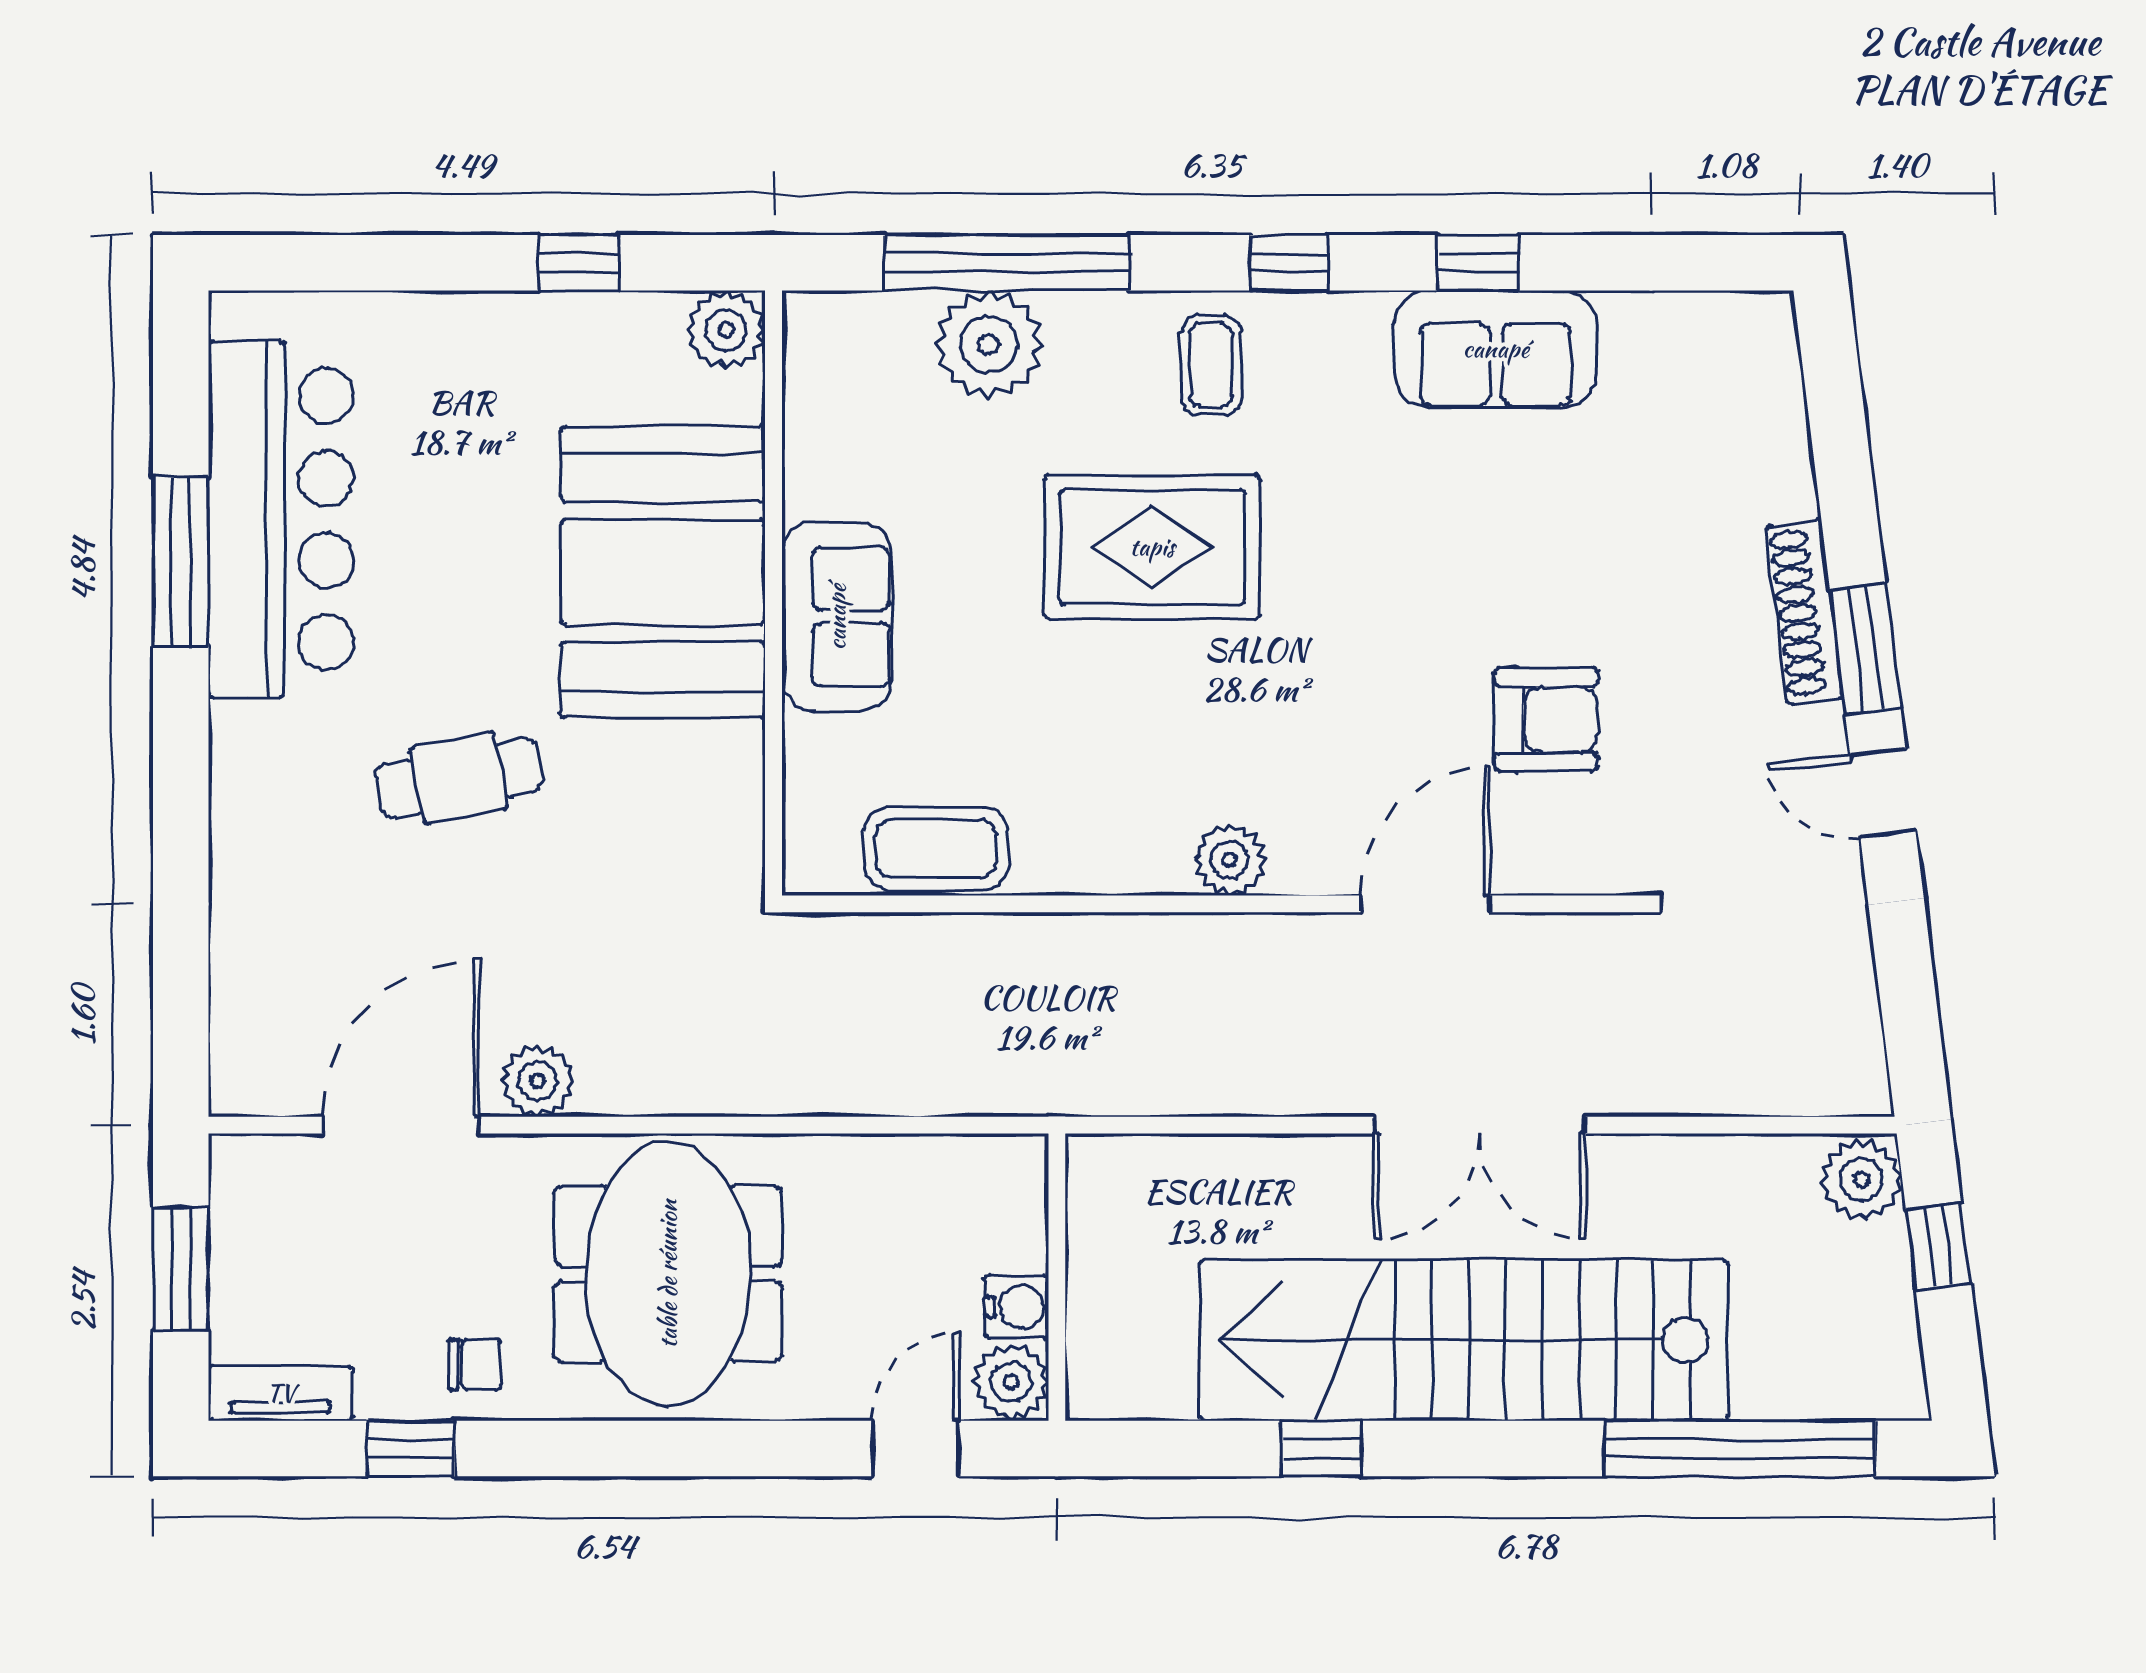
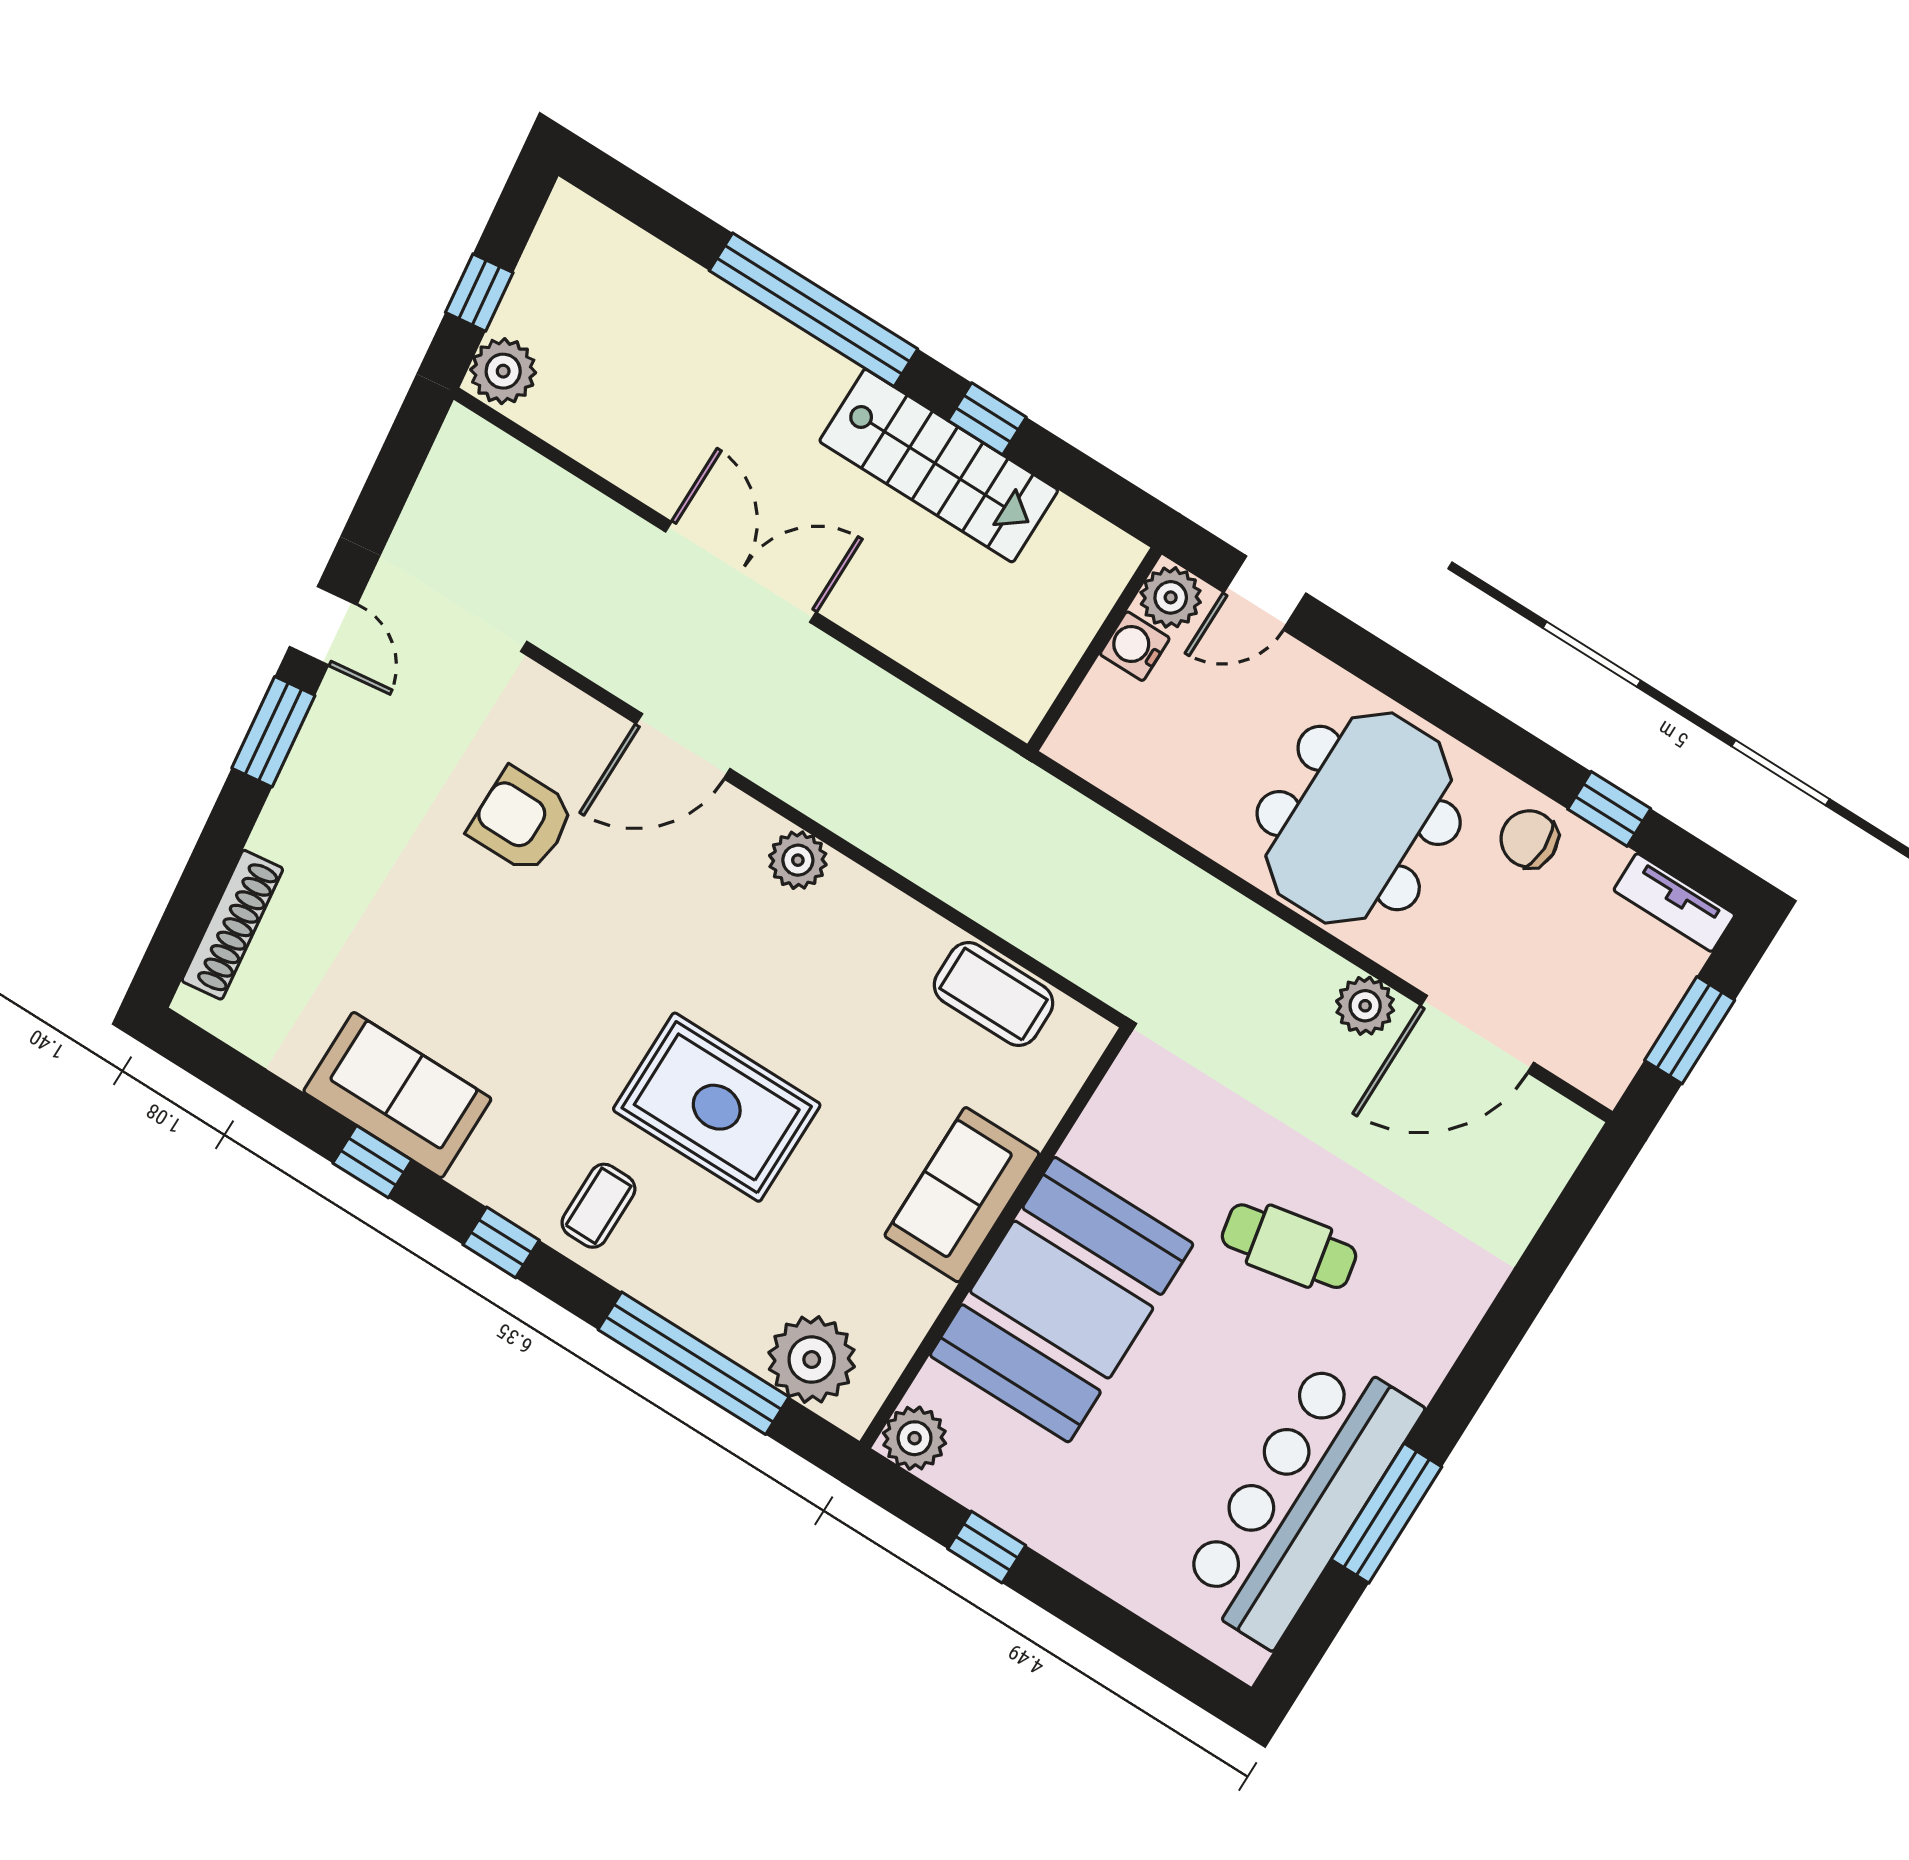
plant: (989, 344) -> (812, 1360), moved
shoe rack: (1805, 612) -> (232, 925), moved
stairs: (1464, 1340) -> (939, 466), width x0.54, depth x0.66
chair: (475, 1364) -> (1529, 839), width x1.37, depth x1.37
window: (1740, 1448) -> (813, 310), moved

